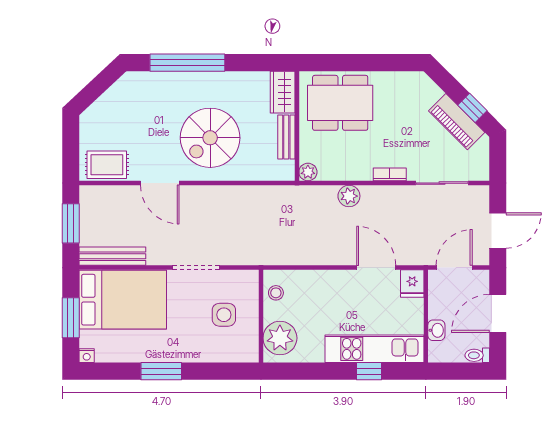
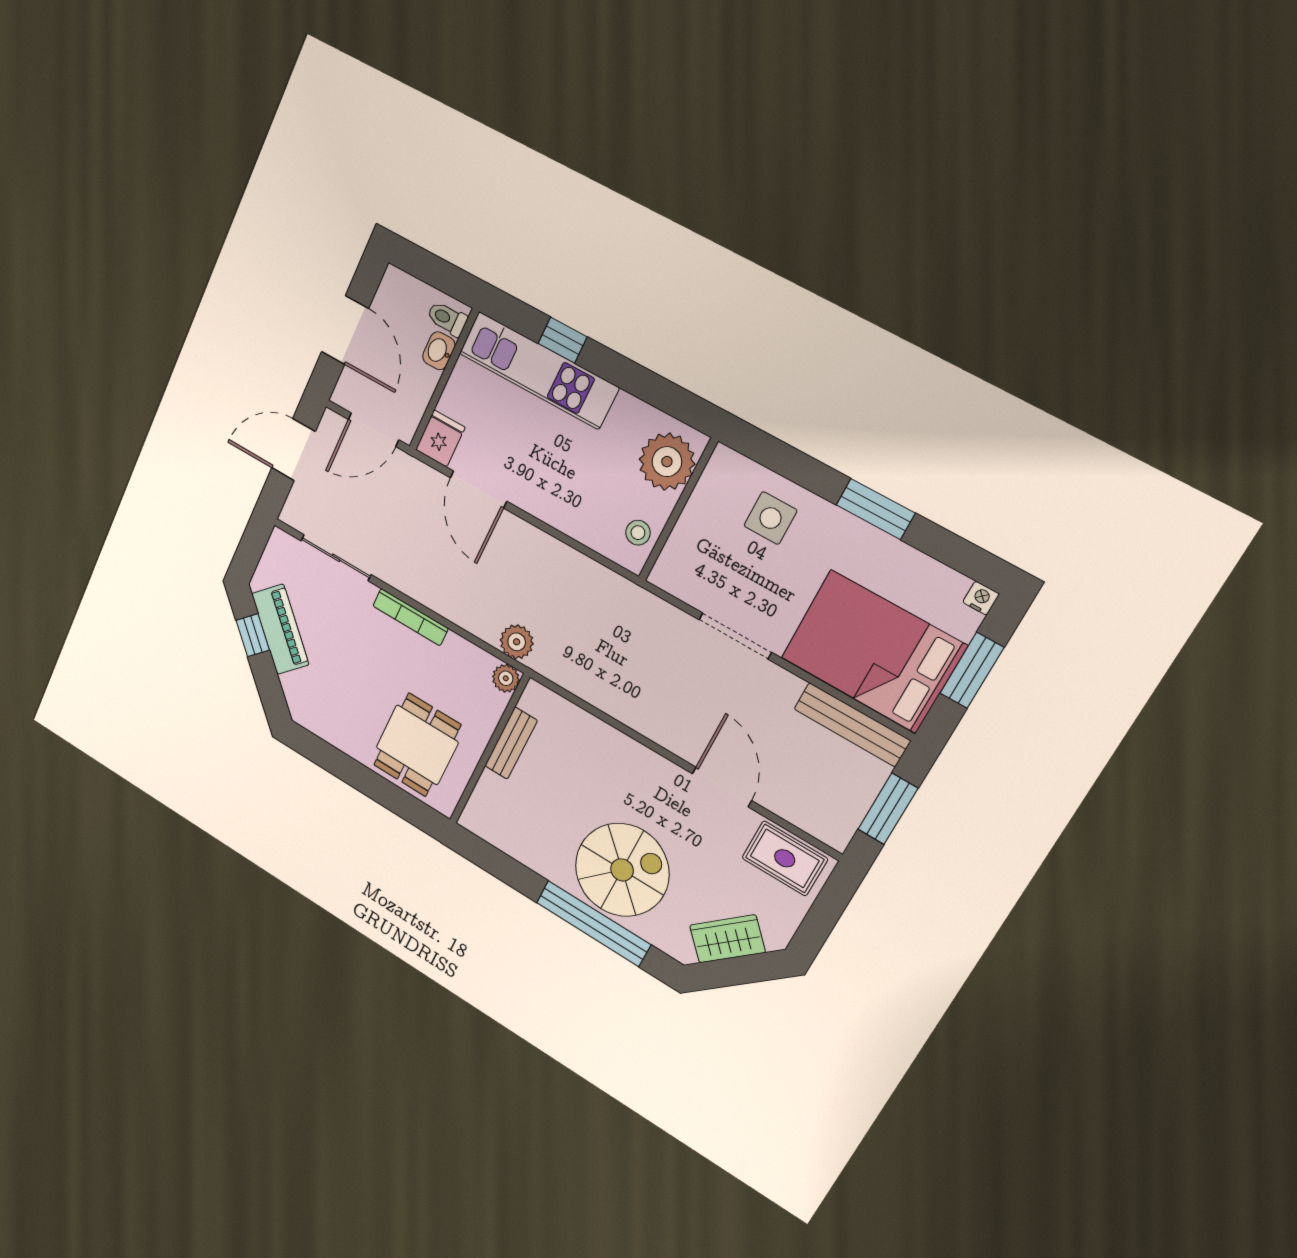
wardrobe: (283, 92) -> (727, 939), moved, turned -133
dining table: (340, 103) -> (417, 745), width x0.73
spiral stairs: (210, 138) -> (622, 870), moved
bookcase: (390, 174) -> (410, 617), width x1.56
plant: (349, 196) -> (517, 642), moved
door: (498, 313) -> (345, 330), hinge flipped
side table: (224, 315) -> (770, 518), moved
toilet: (477, 355) -> (447, 319), moved, turned 180

